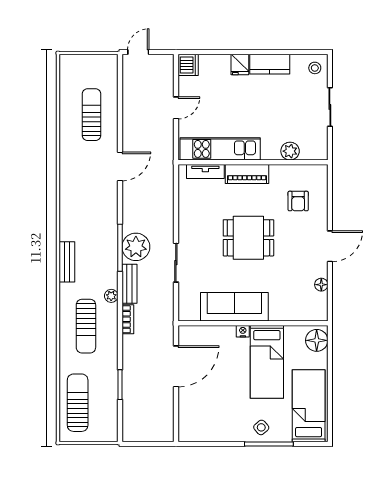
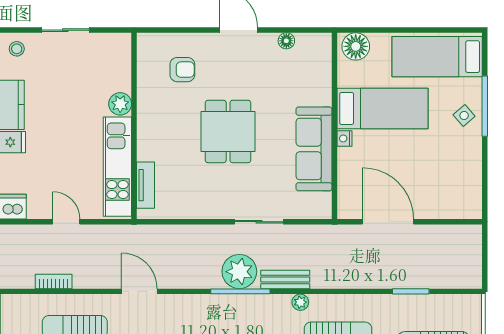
plant: (290, 151) -> (120, 104), moved
piano: (247, 174) -> (149, 133), removed
bookcase: (128, 319) -> (54, 281), moved

